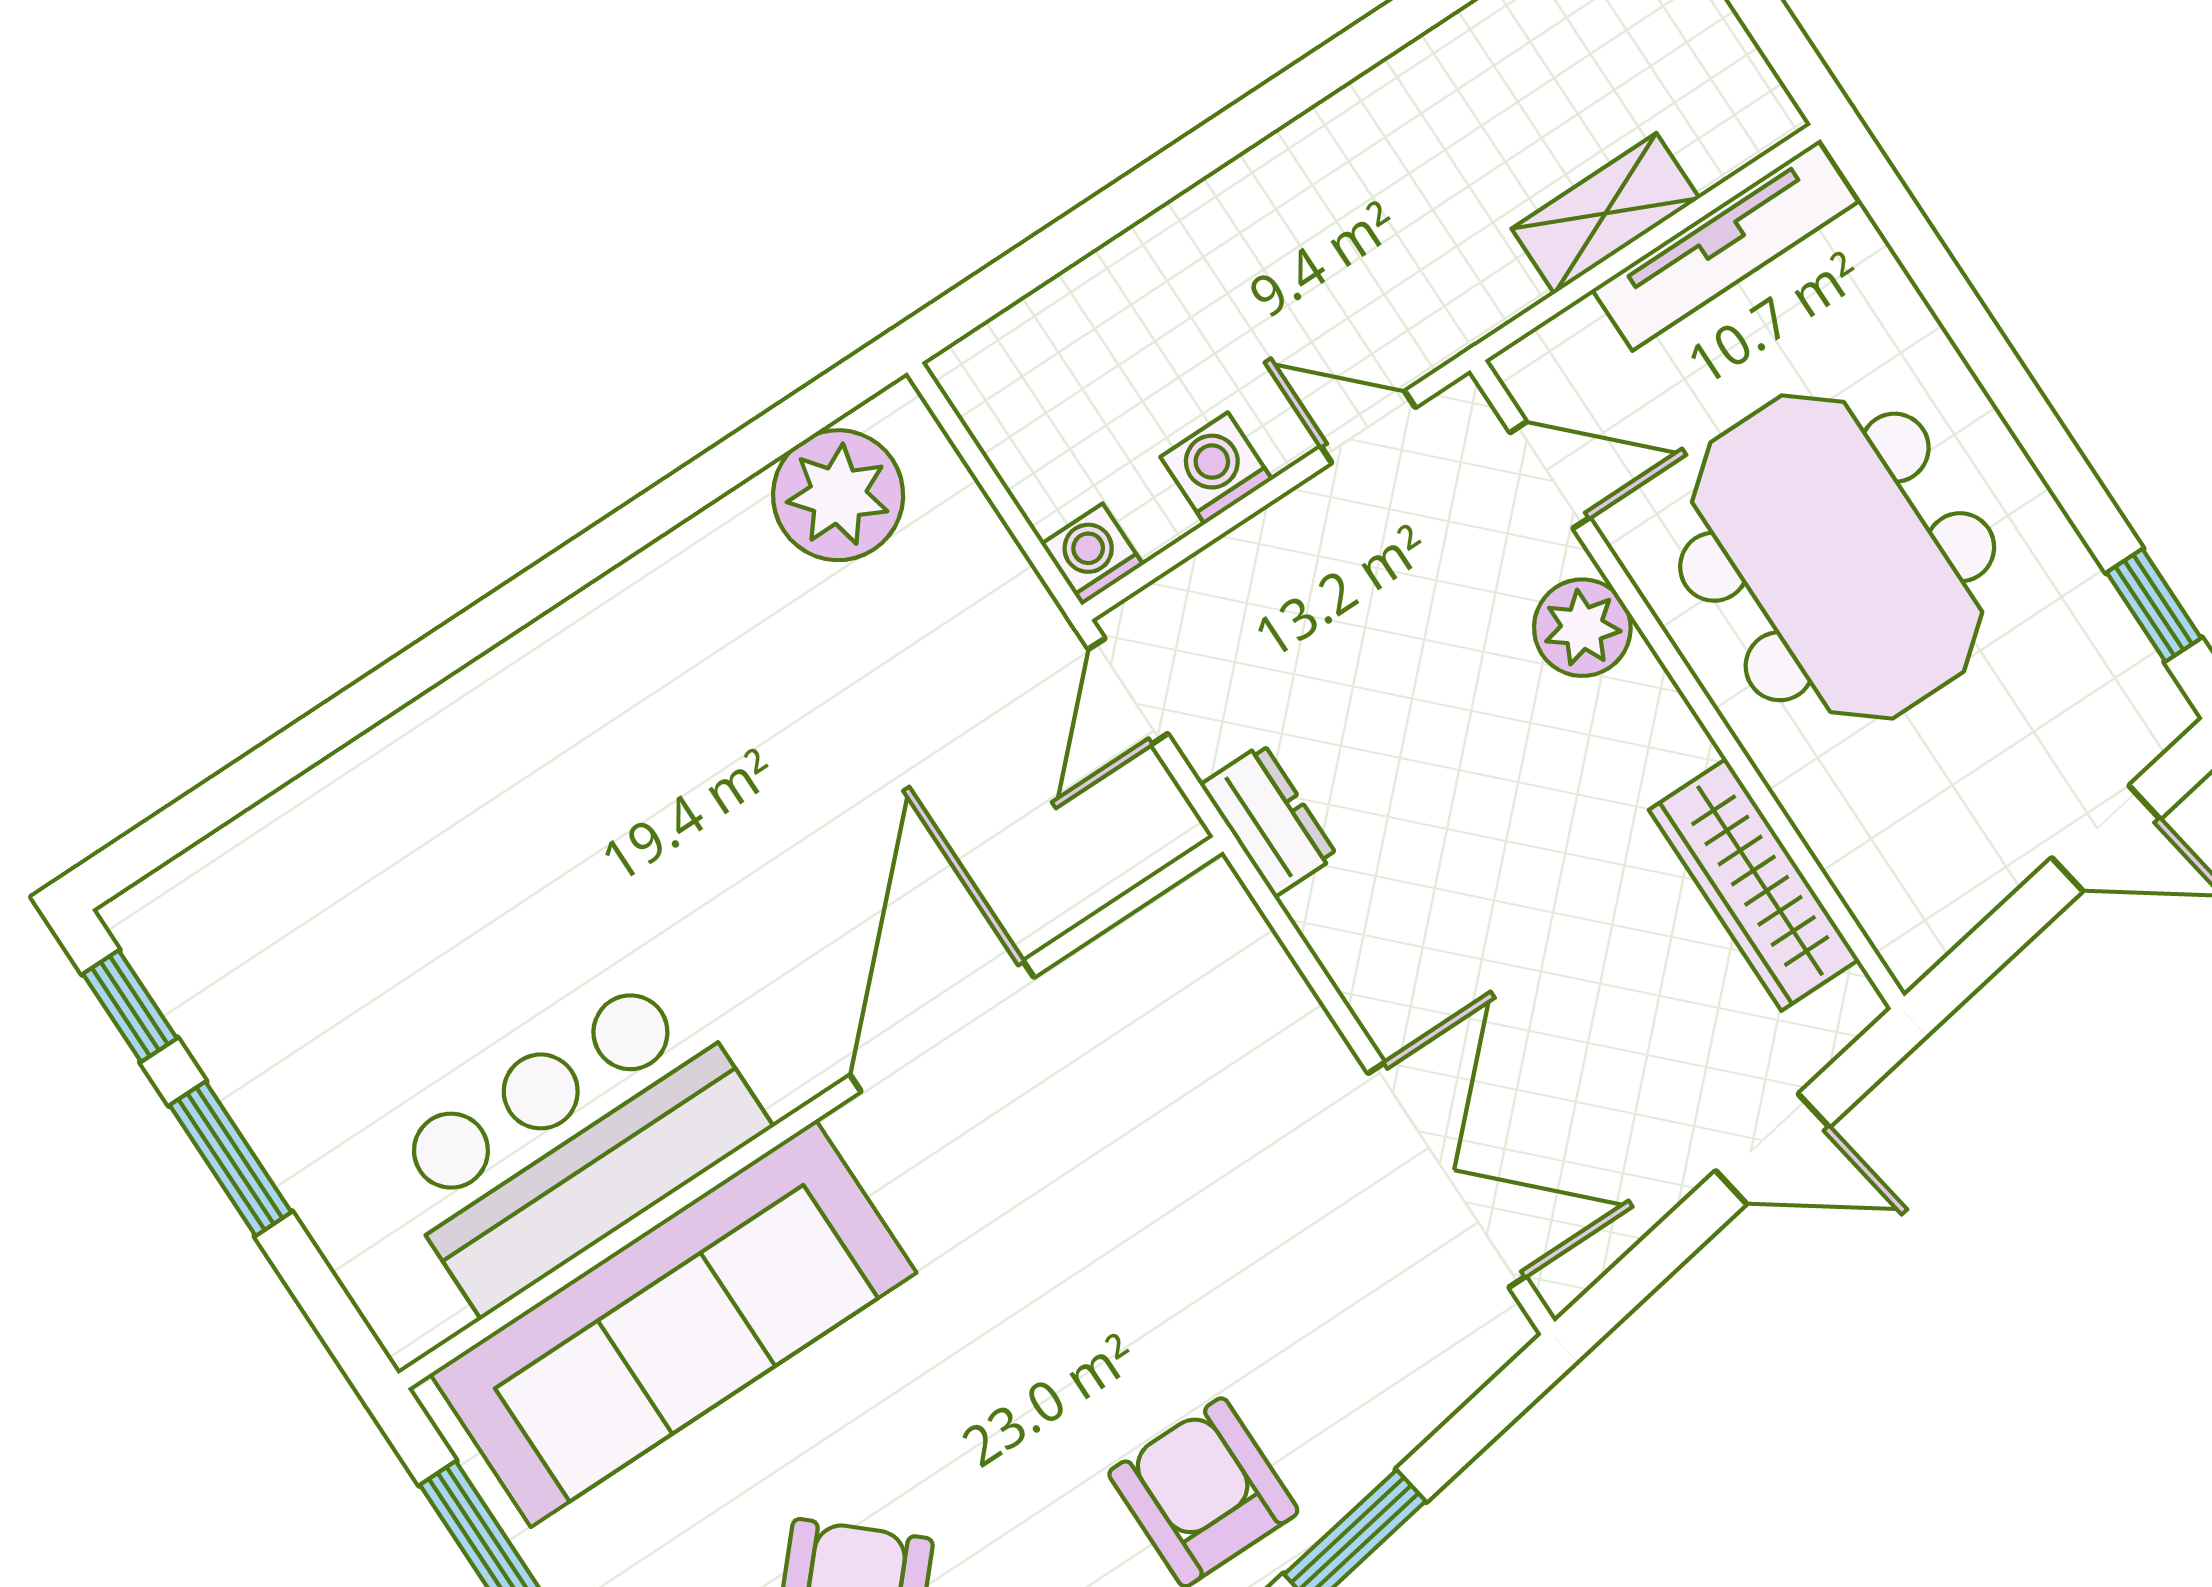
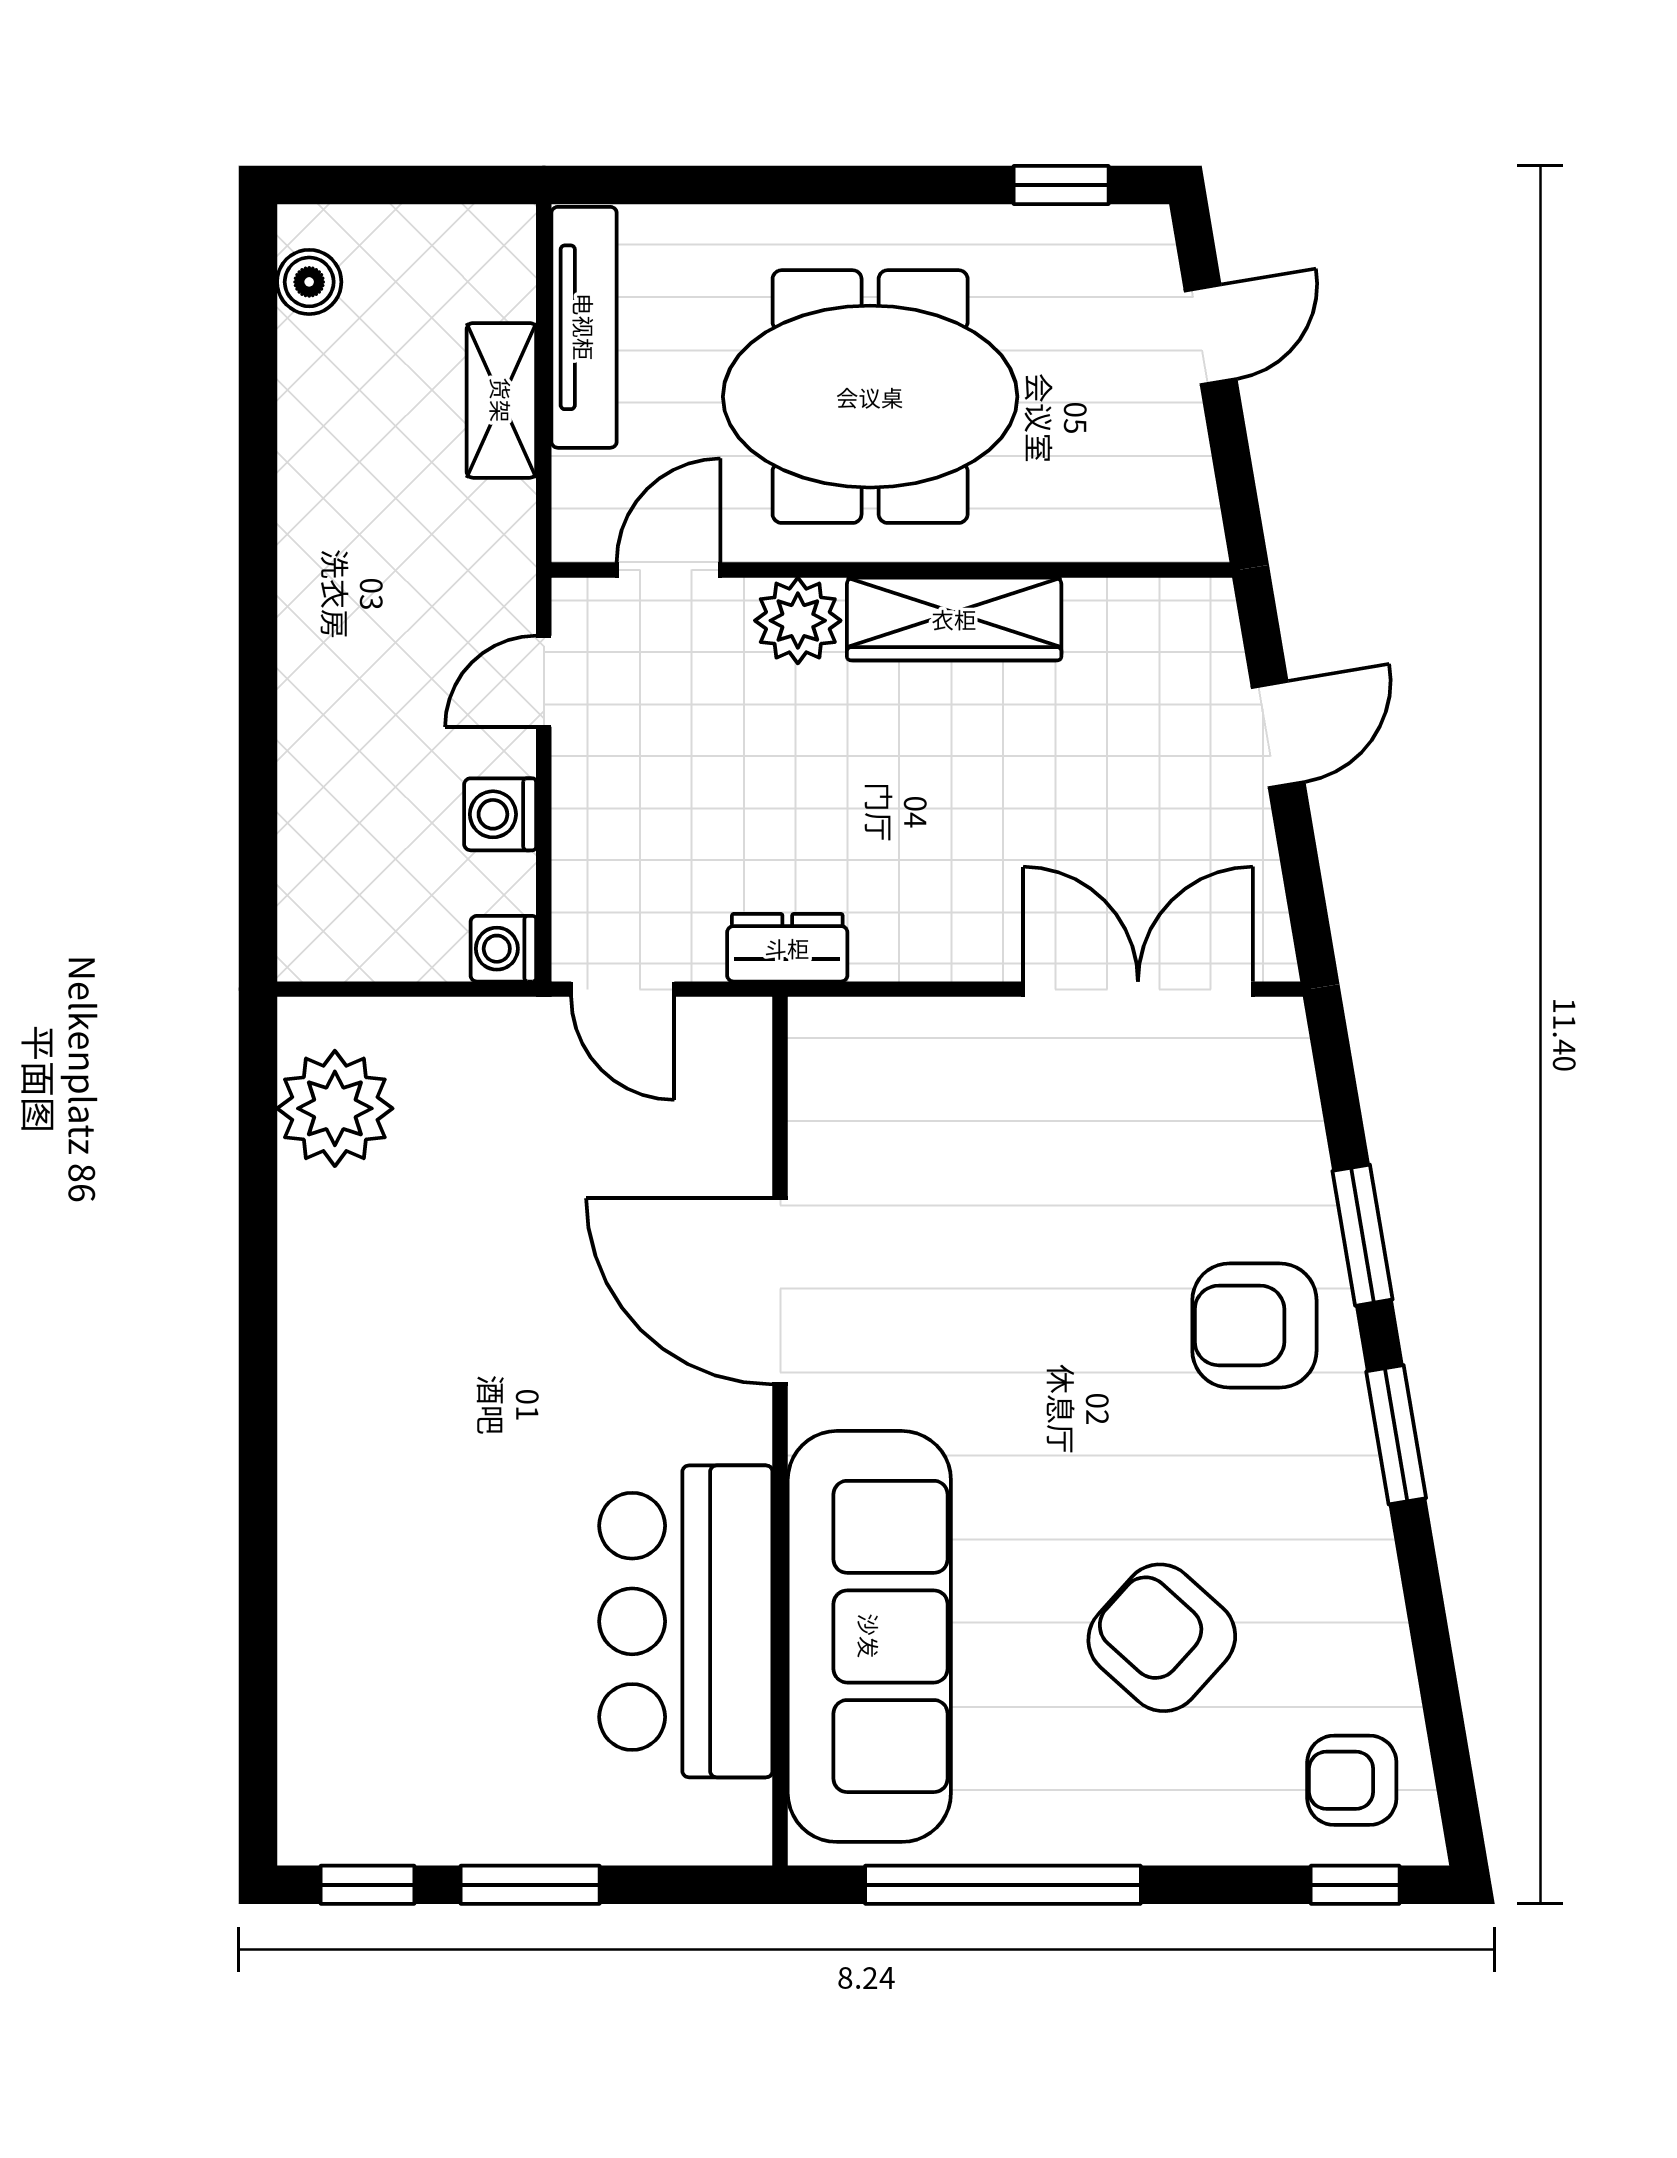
wardrobe: (1754, 885) -> (954, 619), moved

